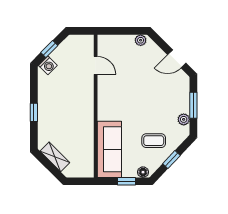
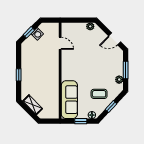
washing machine: (48, 65) -> (37, 34), moved

